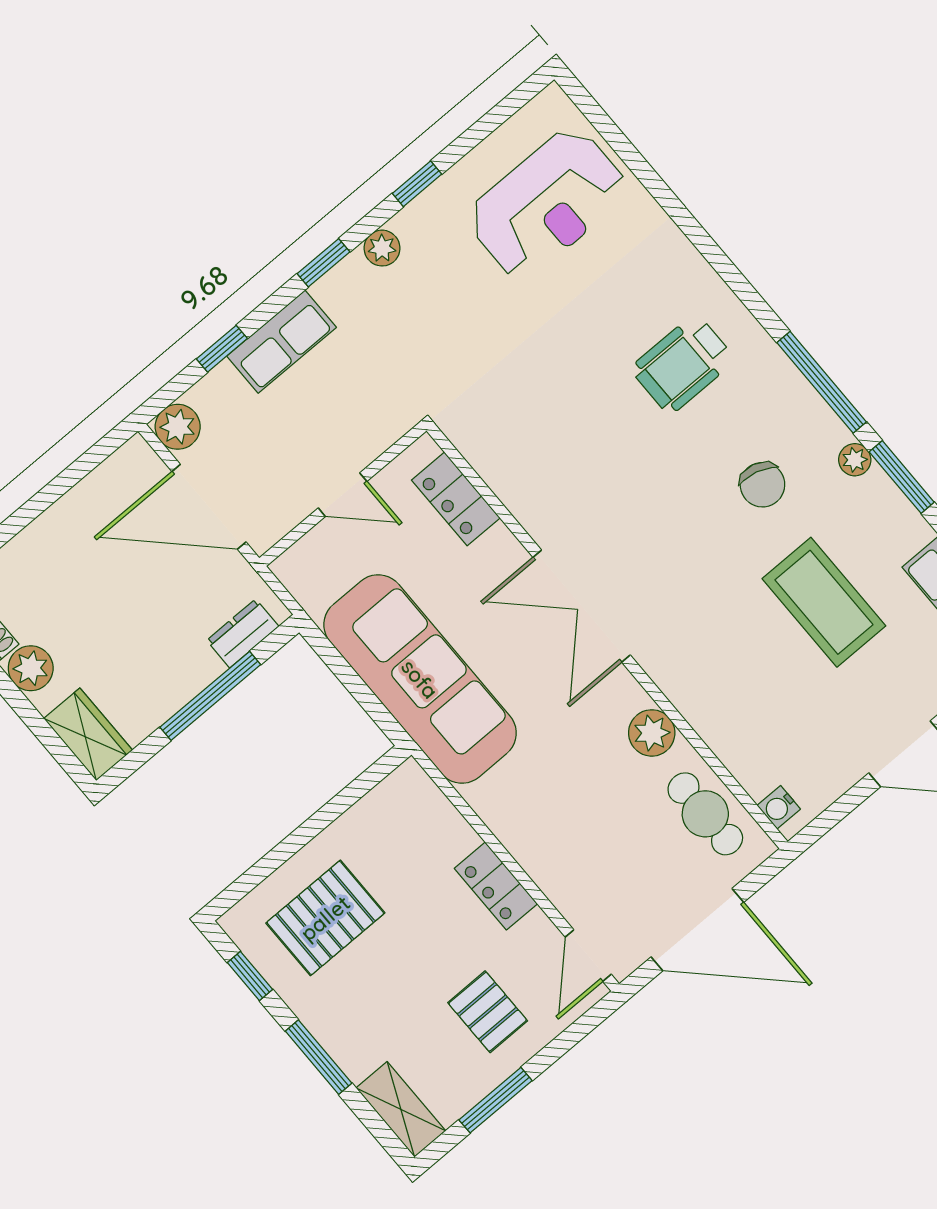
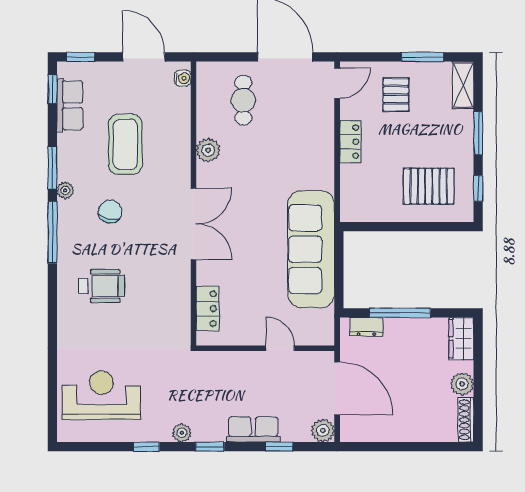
locker: (456, 499) -> (207, 309), moved
double door: (582, 606) -> (193, 224), moved
wall: (607, 636) -> (193, 203), moved
plant: (652, 733) -> (208, 150), moved
water cooler: (779, 807) -> (183, 78), moved

